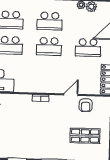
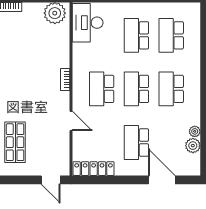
school desk: (48, 72) -> (102, 89), added
armchair: (86, 105) -> (57, 142), removed

